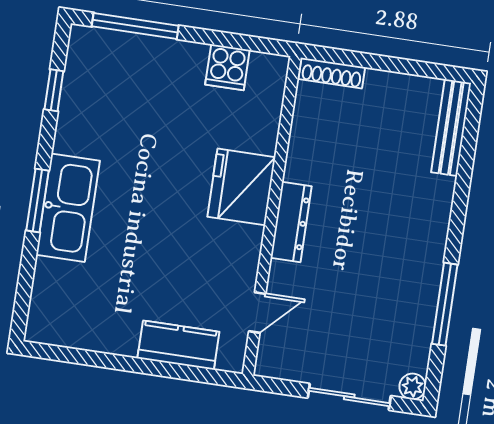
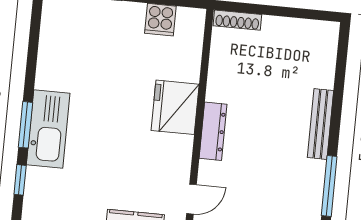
window: (54, 90) -> (20, 180), moved
bench: (451, 128) -> (321, 124), moved

